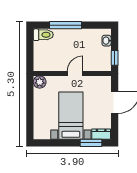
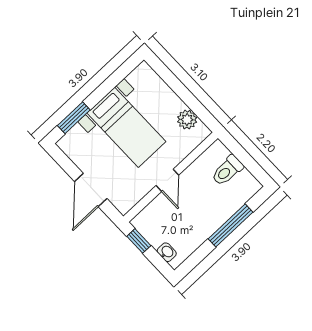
toilet: (43, 35) -> (227, 171), moved
plant: (40, 82) -> (187, 120), moved
dresser: (101, 134) -> (72, 139), removed

